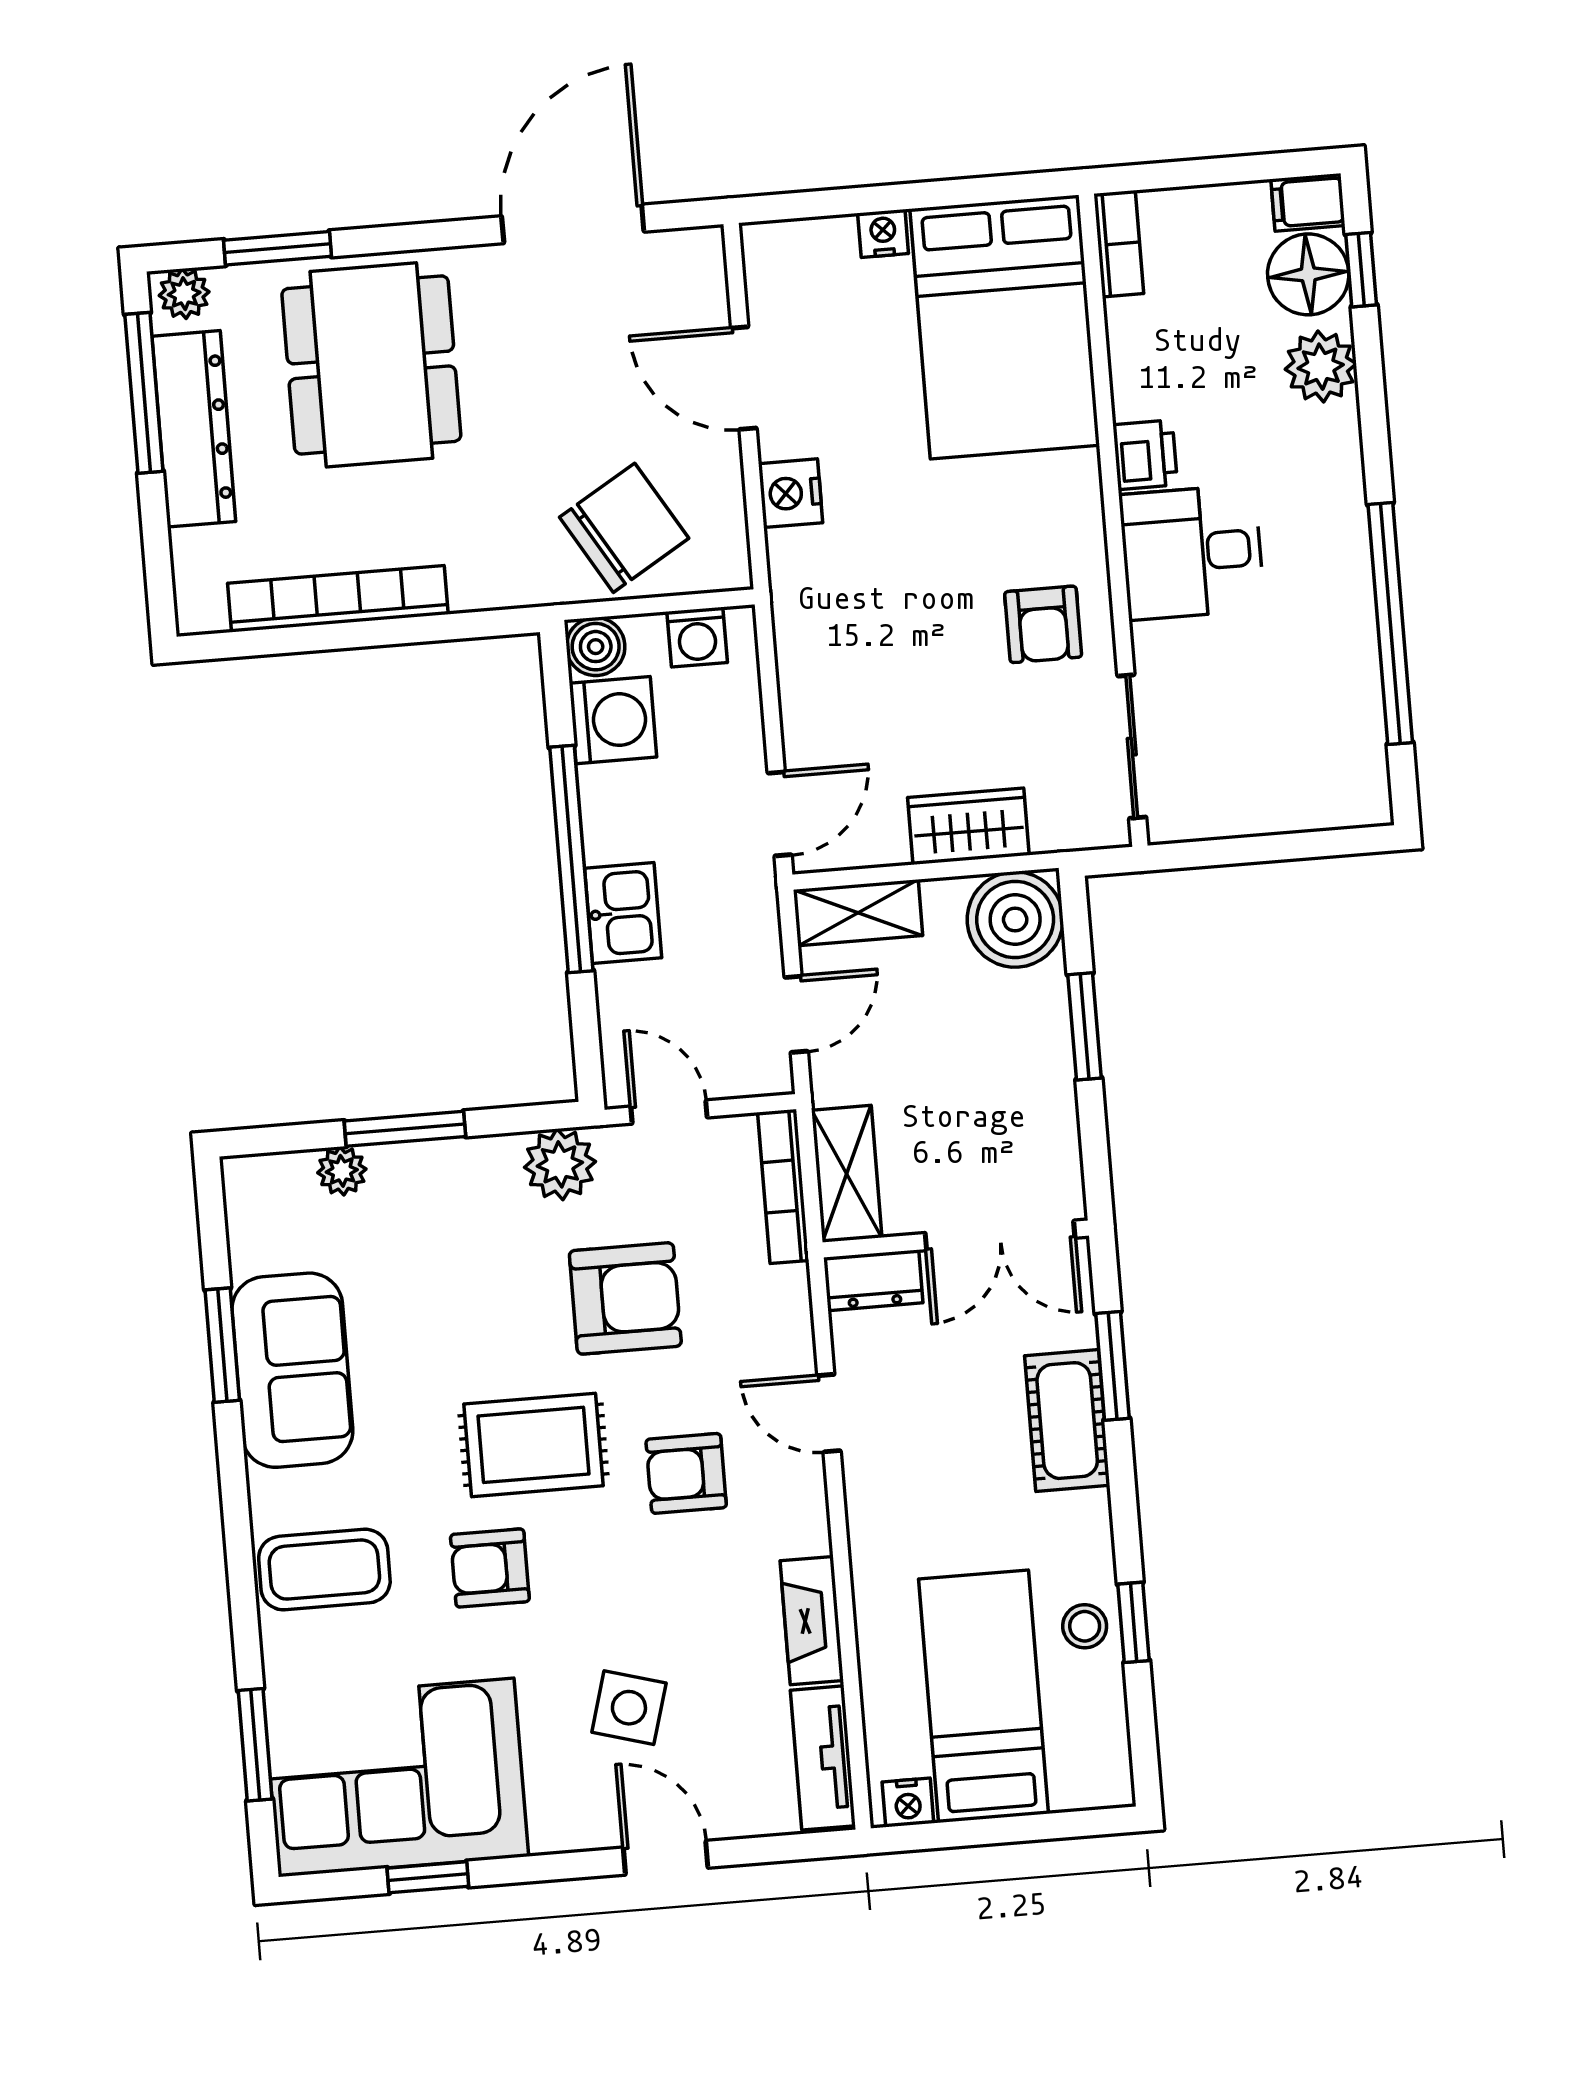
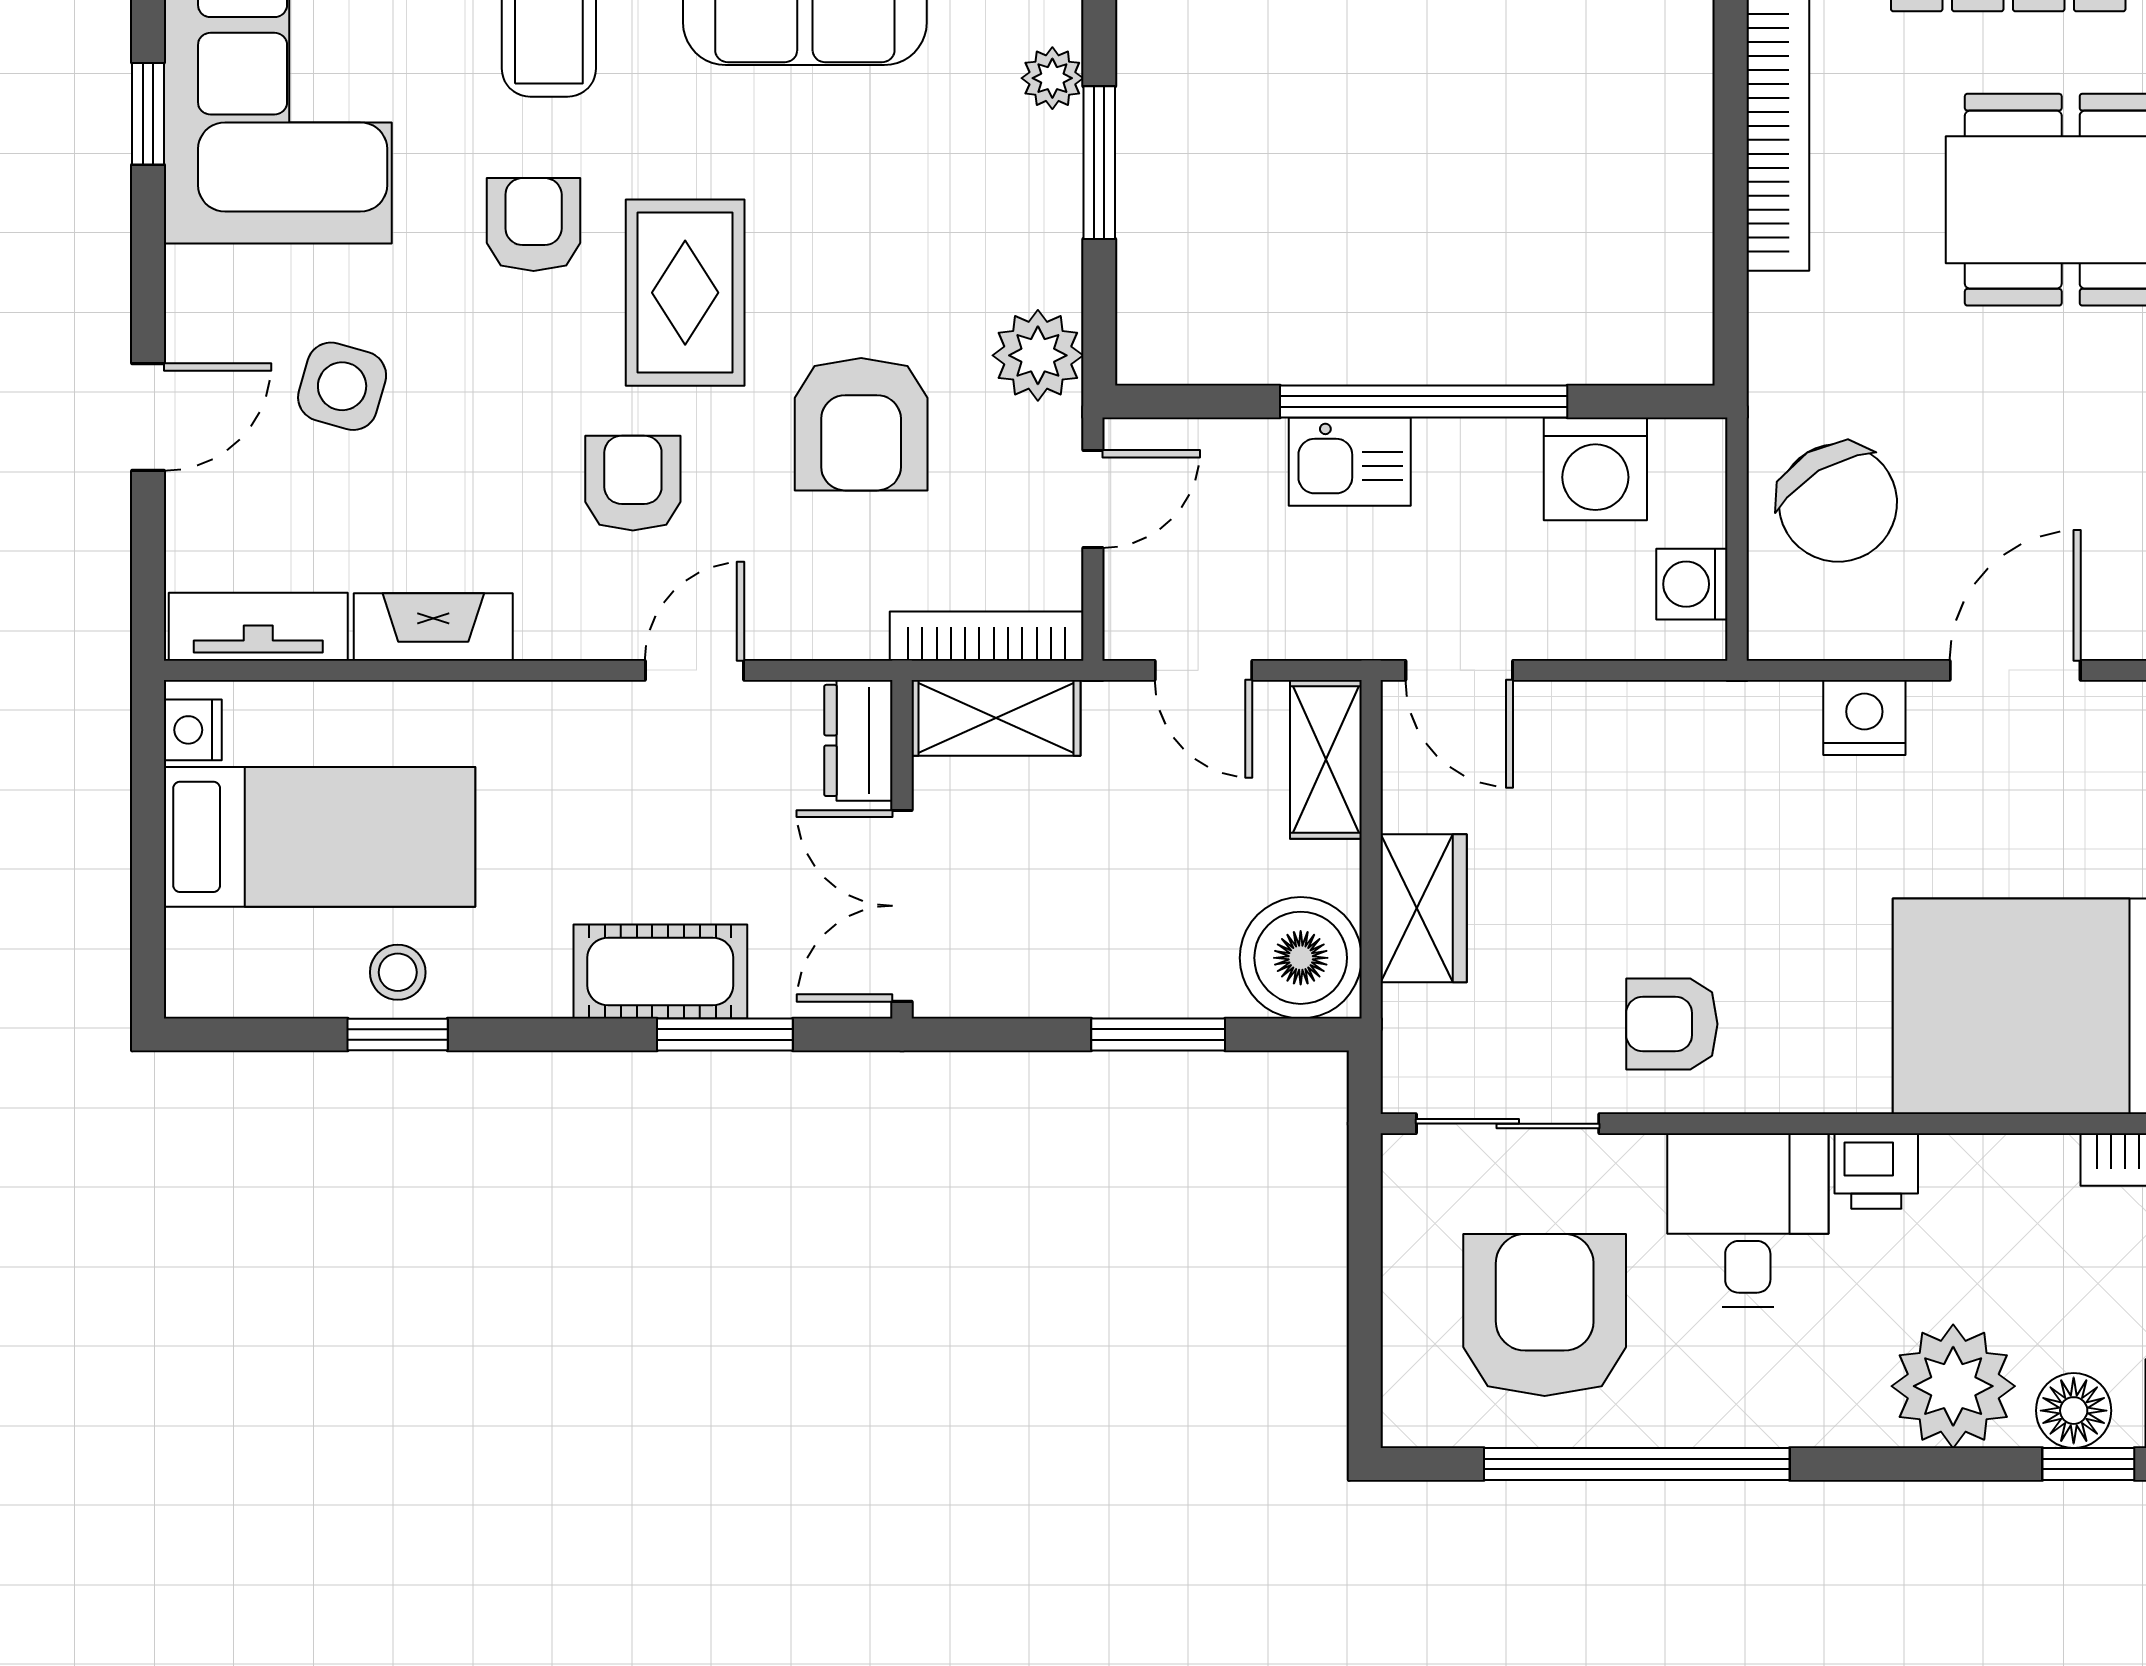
floor lamp: (1308, 274) -> (2074, 1411), width x0.73, depth x0.73
plant: (1321, 367) -> (1953, 1386), width x1.36, depth x1.36
boiler: (596, 647) -> (1690, 455), removed
armchair: (1279, 705) -> (1545, 1315), added

